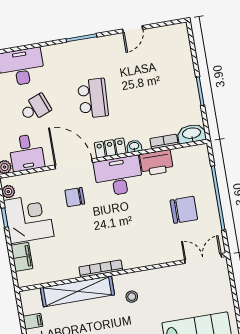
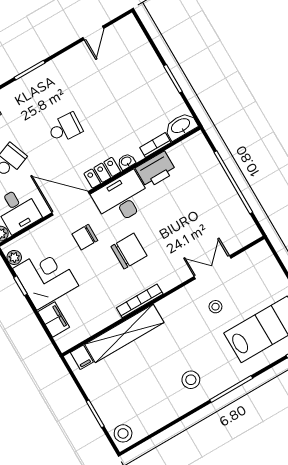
door: (133, 29) -> (93, 33), moved
school desk: (93, 98) -> (65, 128), width x0.54
chair: (184, 210) -> (129, 251), moved
double door: (203, 258) -> (212, 267), moved
stool: (132, 297) -> (215, 307), moved
filing cabinet: (33, 321) -> (82, 357), moved, turned 90

